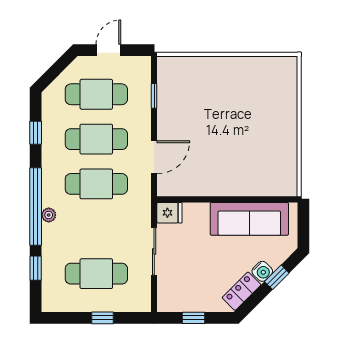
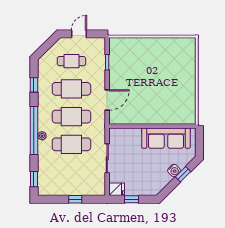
cafe table: (96, 94) -> (71, 61), width x0.73, depth x0.74
fridge: (169, 213) -> (117, 189), moved
window: (36, 268) -> (34, 179), moved
cafe table: (96, 274) -> (71, 144), moved
locker: (242, 291) -> (161, 183), removed

